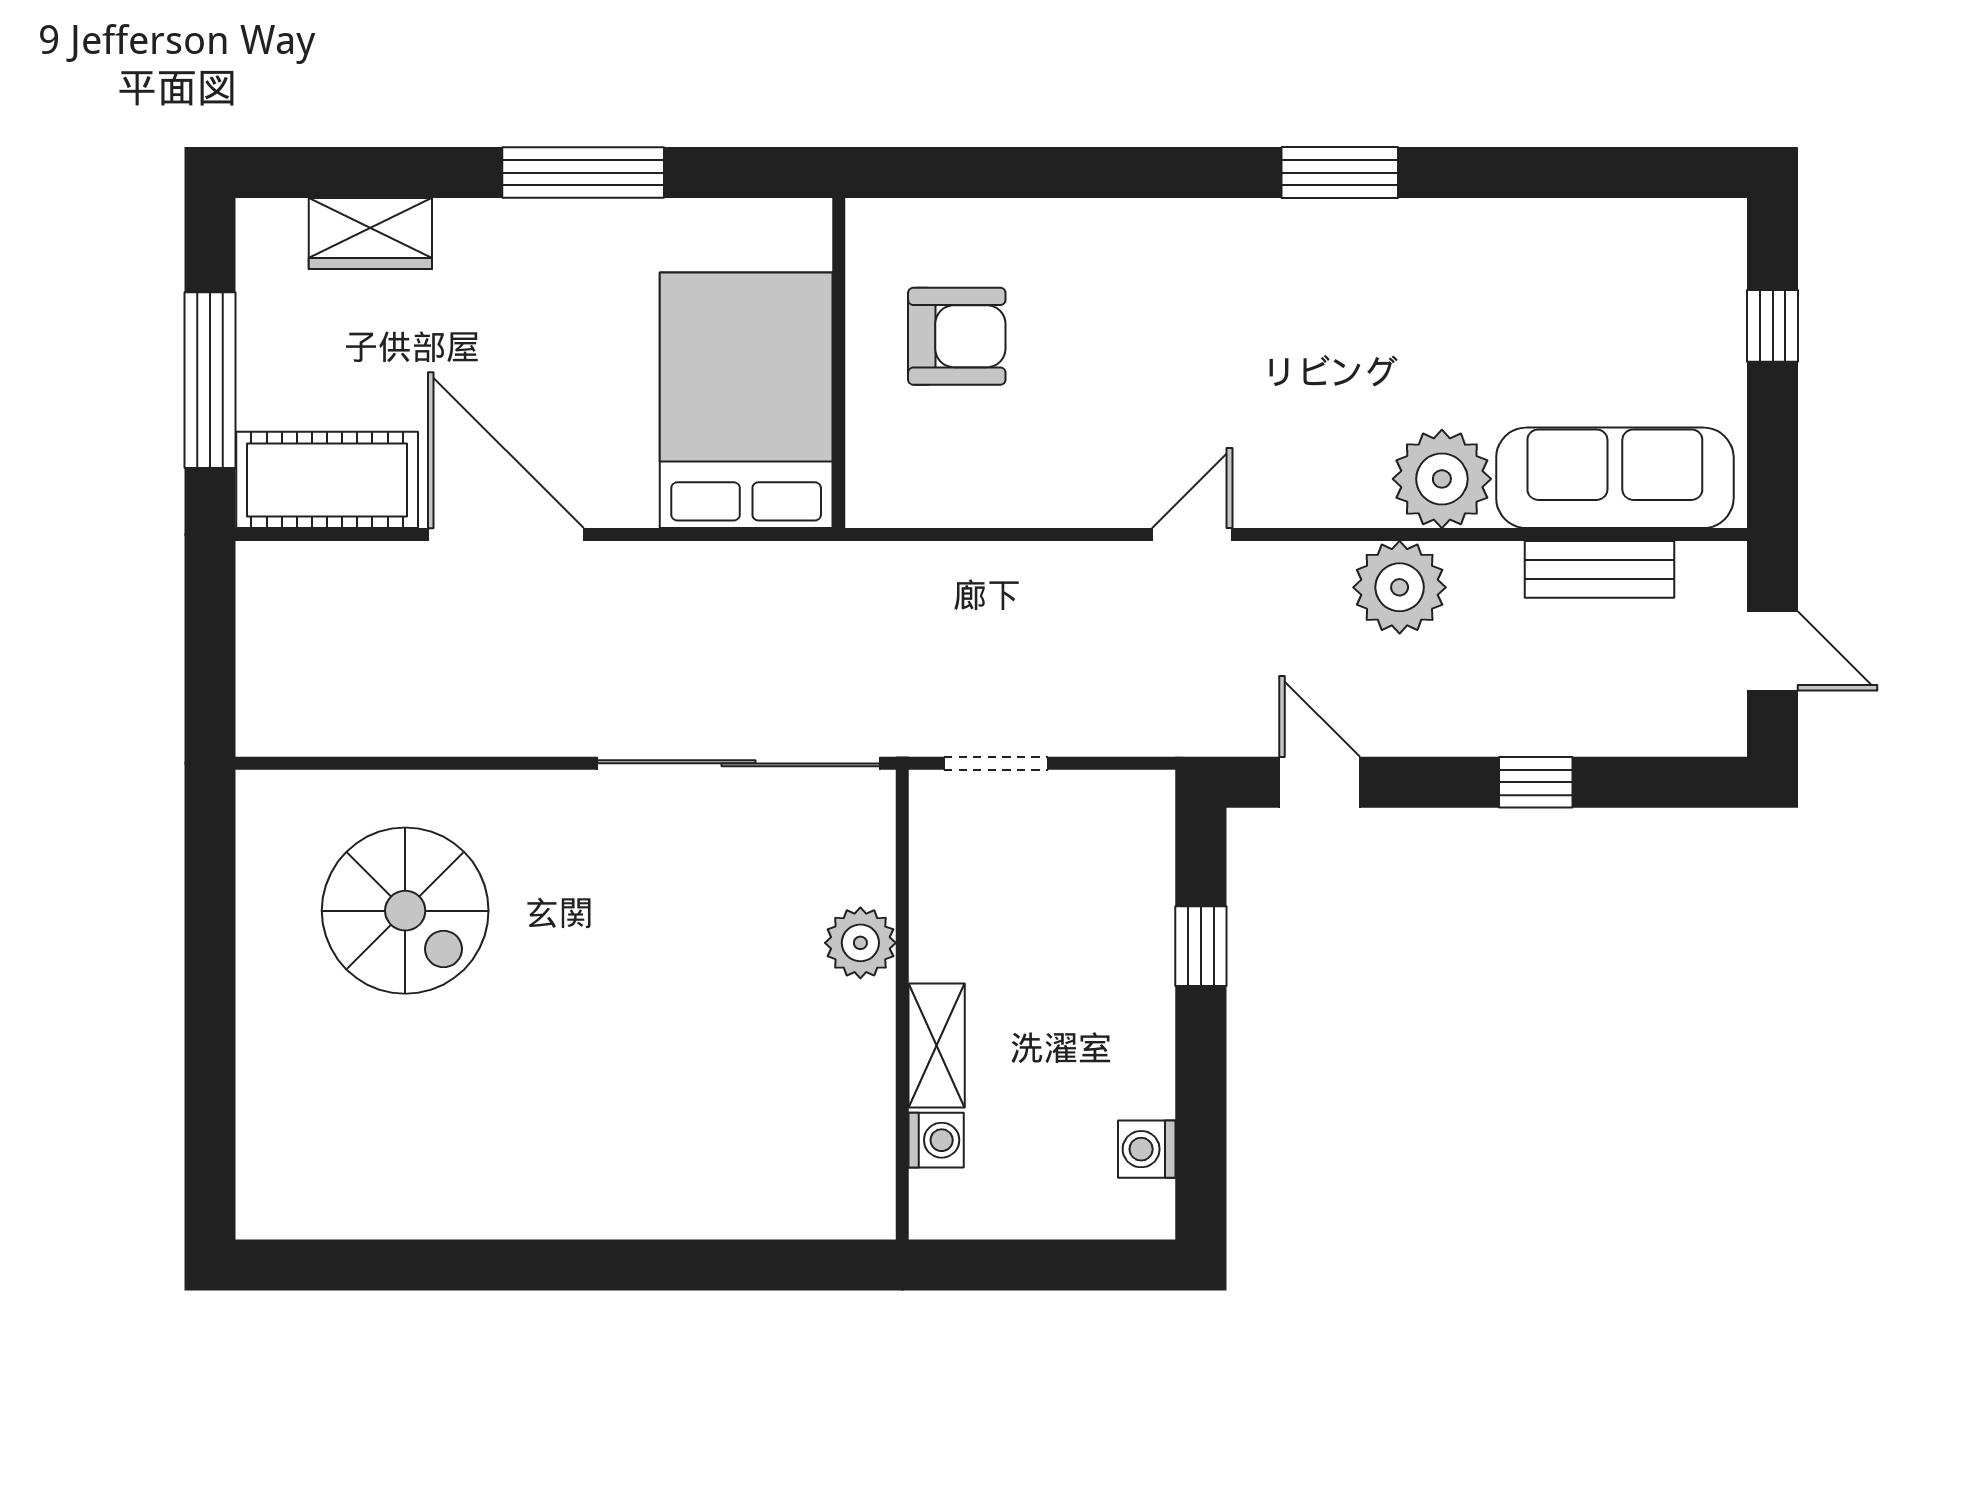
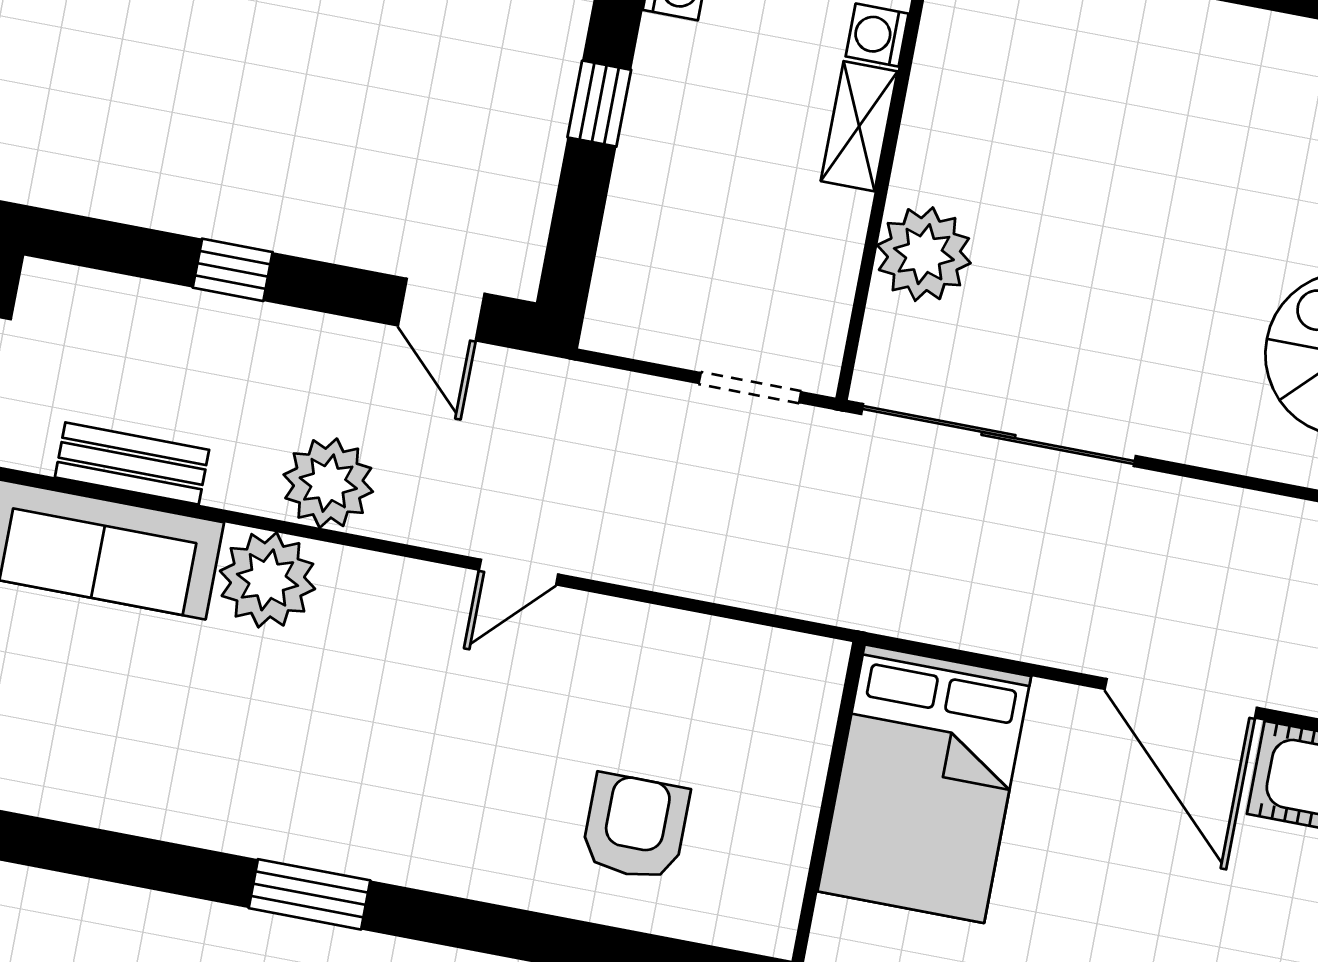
armchair: (957, 336) -> (635, 827), moved, turned 90
plant: (860, 943) -> (924, 254), width x1.36, depth x1.36
window: (1201, 946) -> (599, 104), moved

